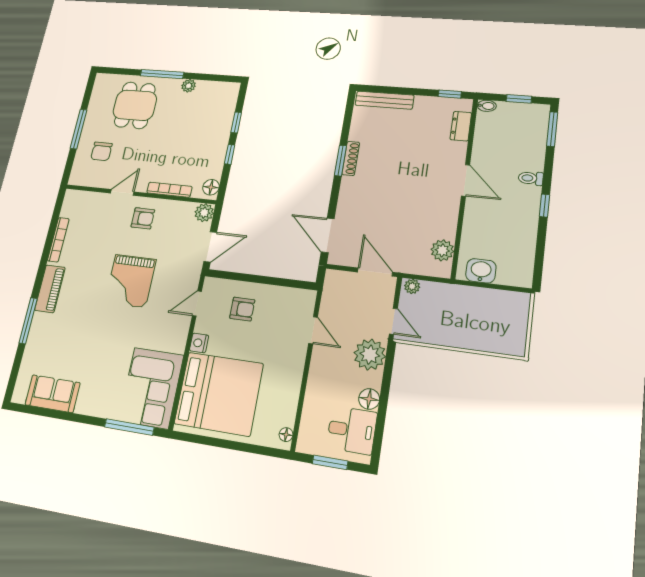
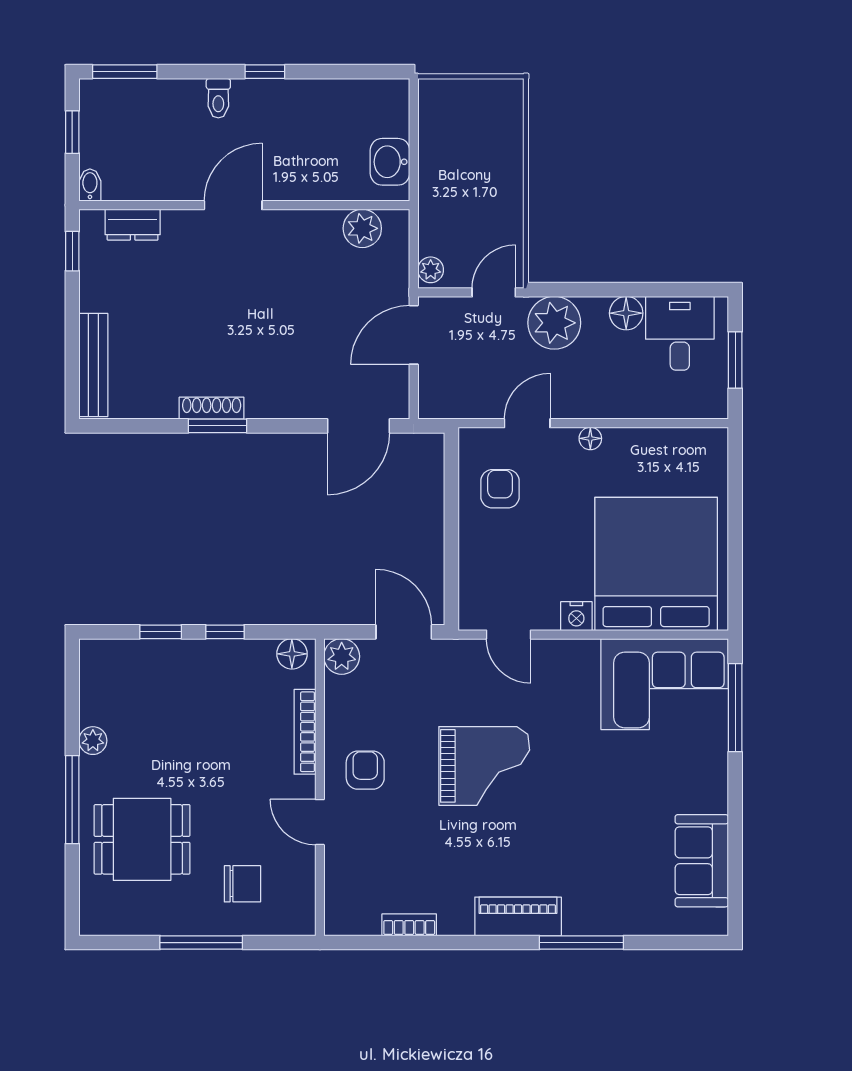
bookcase: (58, 240) -> (409, 925), width x0.64
armchair: (242, 309) -> (500, 489), moved
floor lamp: (286, 435) -> (590, 438), moved

